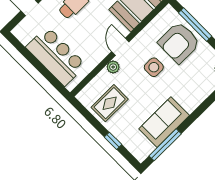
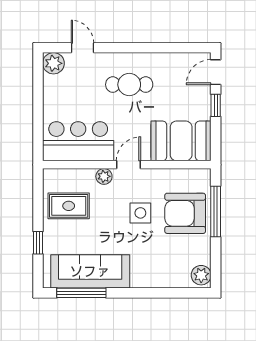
plant: (22, 32) -> (53, 63), added
bar counter: (56, 56) -> (78, 141), moved, turned -90
sofa: (164, 122) -> (90, 271), width x1.36

